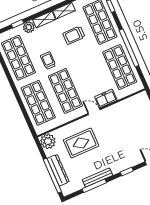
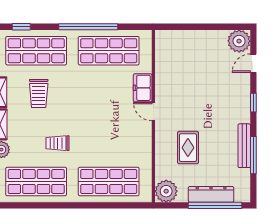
shop shelf: (65, 91) -> (109, 138), removed
door: (94, 112) -> (153, 112), hinge flipped
rug: (81, 143) -> (188, 148), width x0.73, depth x0.70

